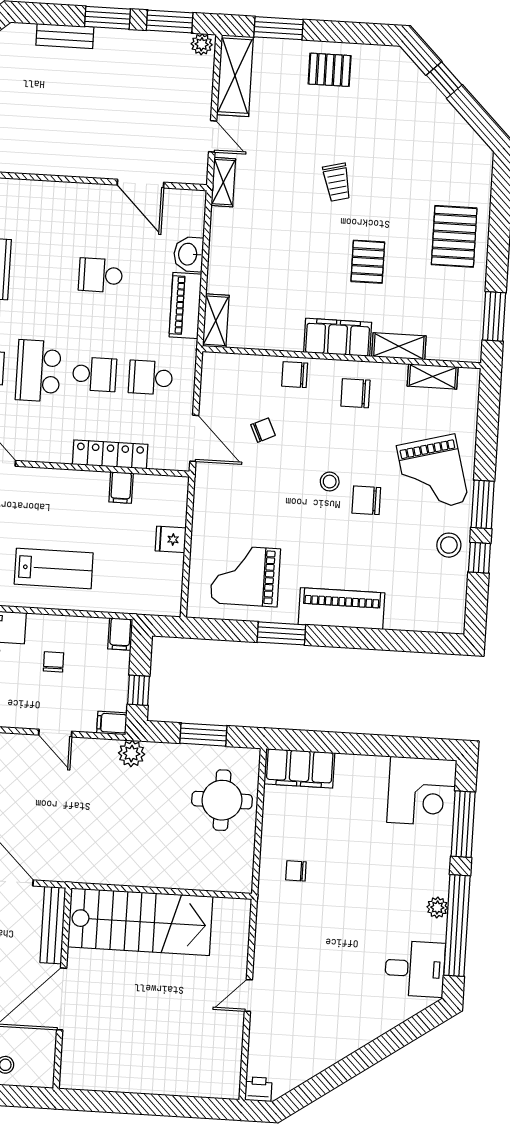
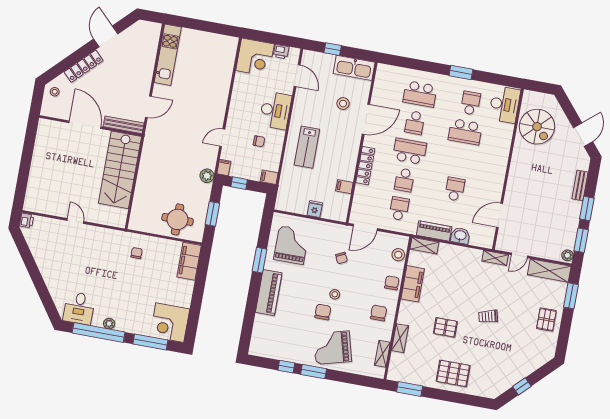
window: (444, 80) -> (522, 386), moved
filing cabinet: (338, 337) -> (413, 284), moved
chair: (263, 430) -> (341, 258), moved
locker: (110, 454) -> (365, 166), moved
stool: (449, 545) -> (398, 255), moved

